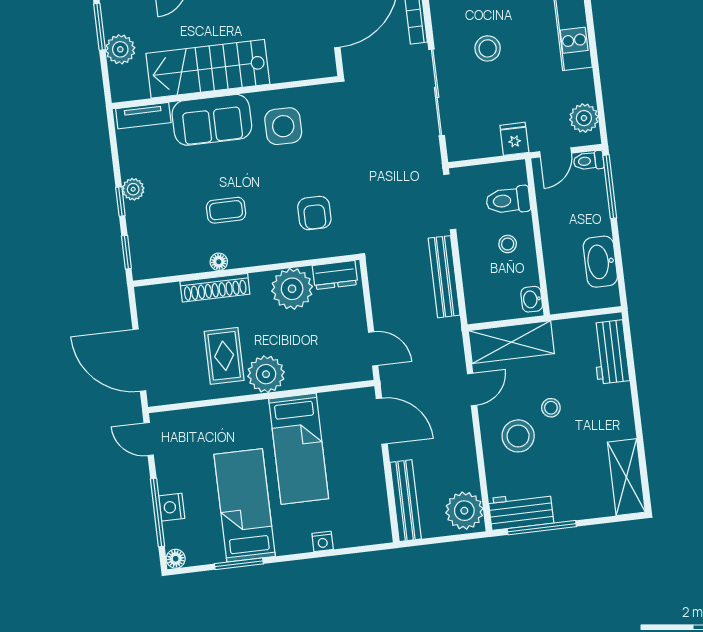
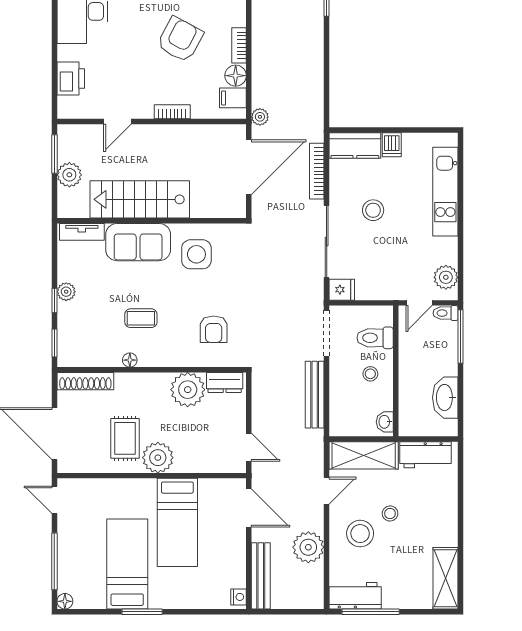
fridge: (514, 139) -> (342, 290), moved, turned 90
shoe rack: (215, 288) -> (85, 381), moved
workbench: (610, 352) -> (426, 455), moved, turned -90
nightstand: (172, 507) -> (67, 558), removed
plant: (464, 511) -> (308, 547), moved
nightstand: (323, 541) -> (239, 597), moved, turned -90
window: (239, 564) -> (142, 612), moved

